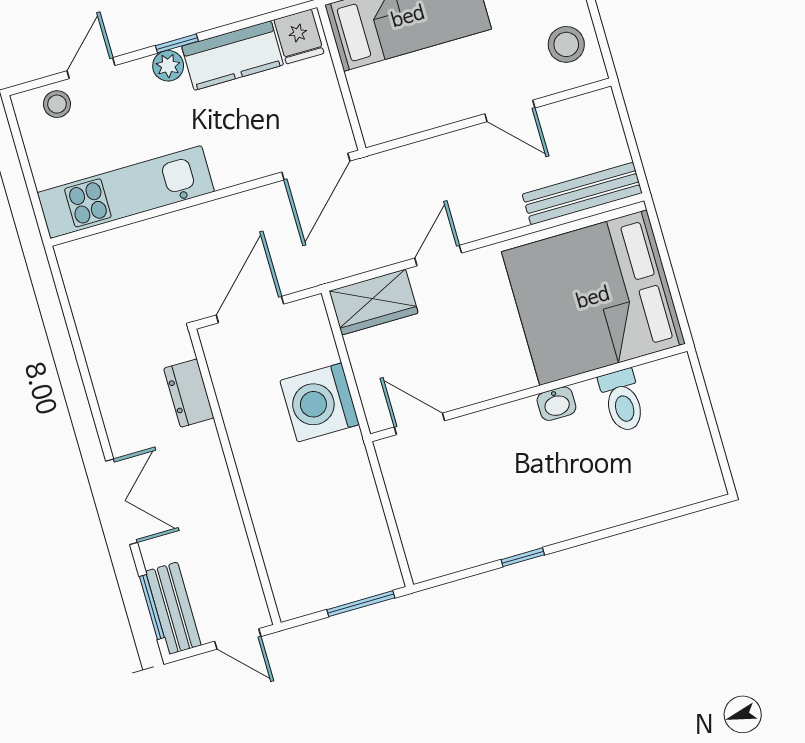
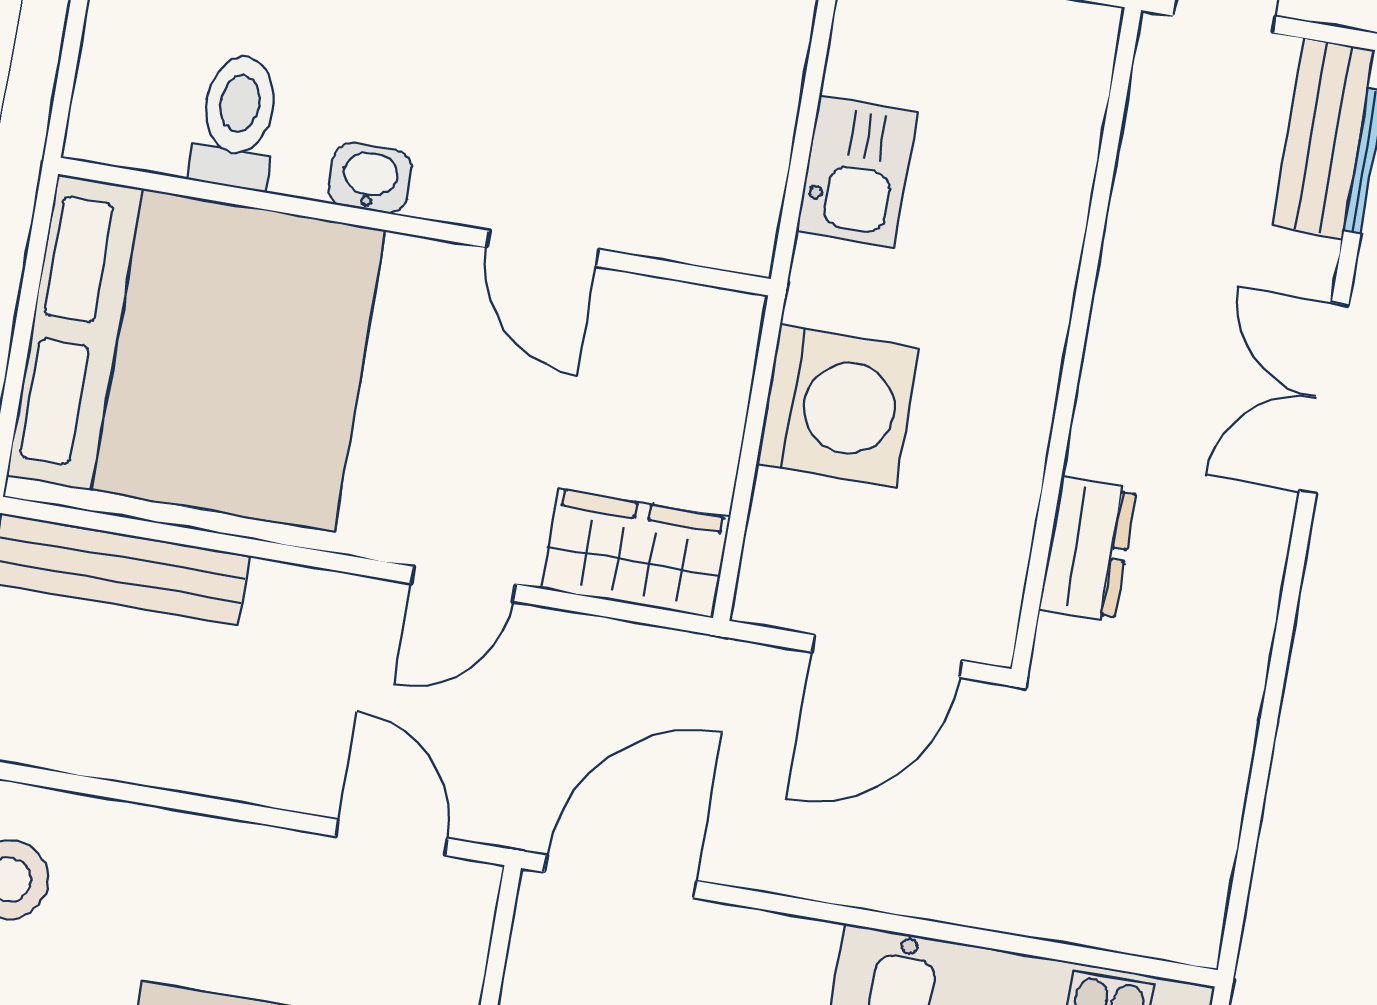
door: (510, 111) -> (392, 837), moved
door: (420, 424) -> (543, 248), moved
kitchen sink: (358, 502) -> (857, 172), added

